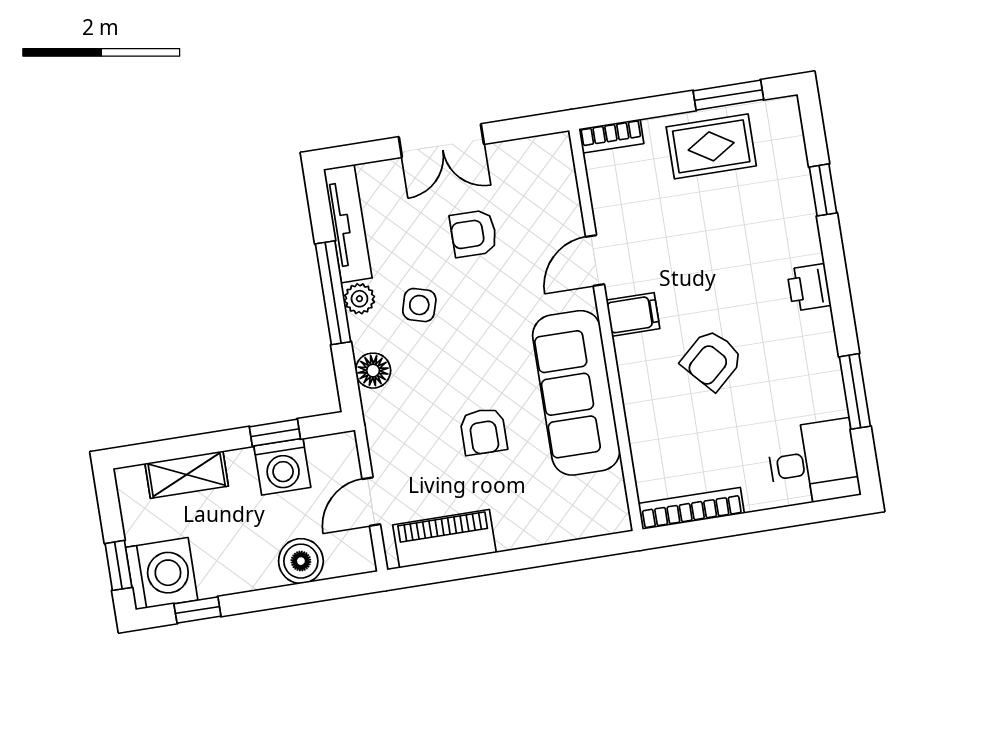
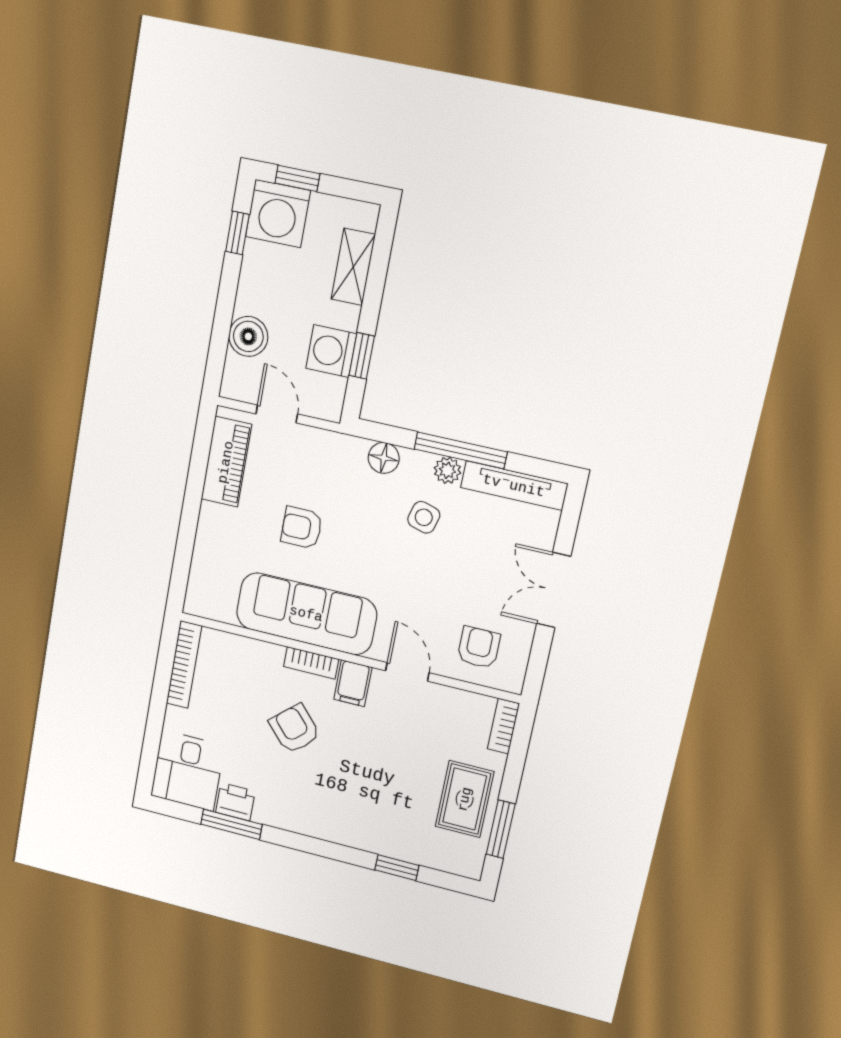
armchair: (473, 233) -> (479, 647), moved
printer: (809, 287) -> (235, 802), moved
bookcase: (629, 368) -> (311, 663), added

